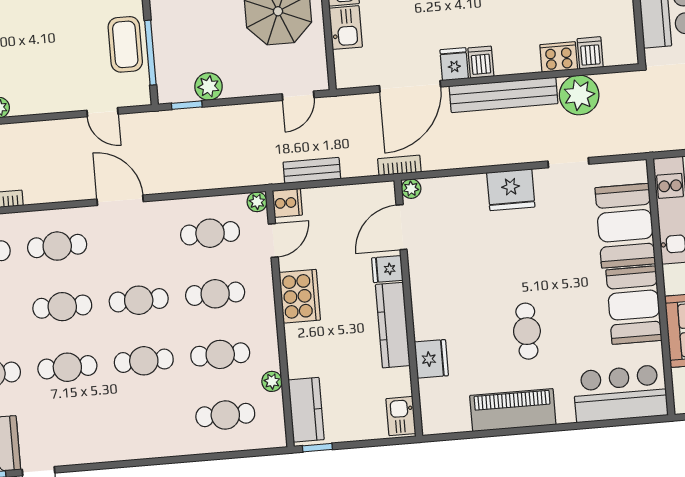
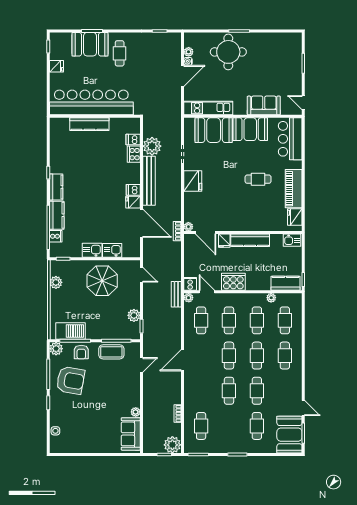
bench: (312, 170) -> (176, 294), moved
cafe table: (57, 246) -> (285, 356), moved
fridge: (431, 359) -> (295, 217), moved, turned -90

